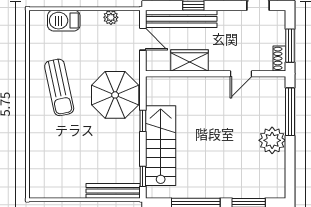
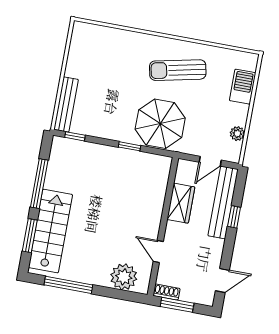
window: (290, 112) -> (68, 285), moved
plant: (272, 140) -> (124, 277), moved
stairs: (161, 146) -> (50, 231), moved, turned -90

